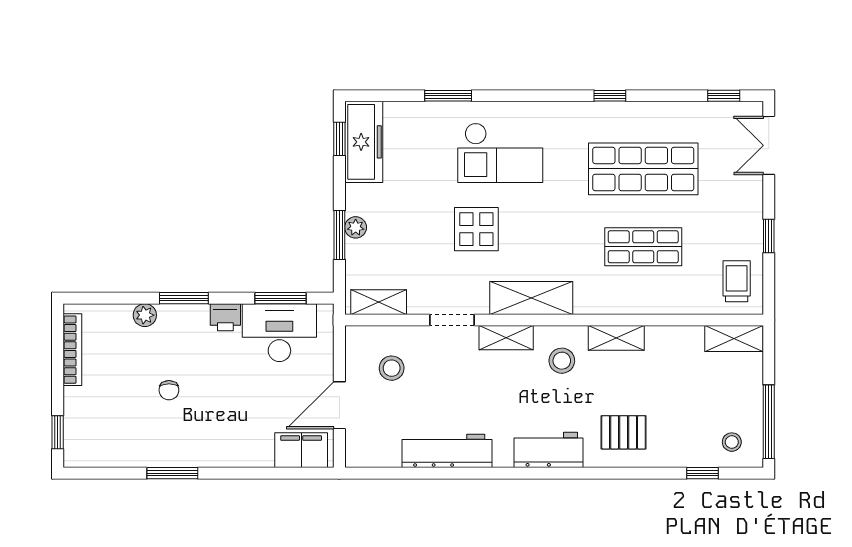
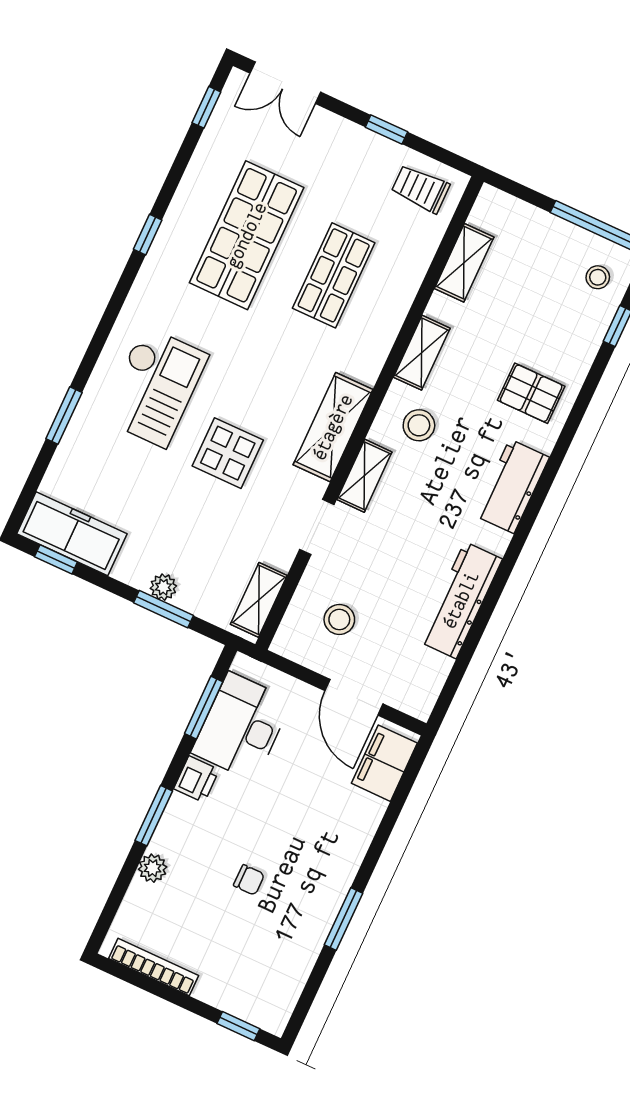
shelving: (734, 339) -> (464, 263), moved
pallet: (624, 432) -> (531, 393), turned 90

